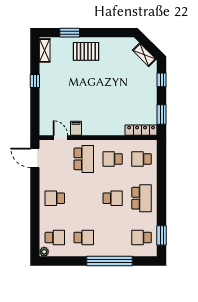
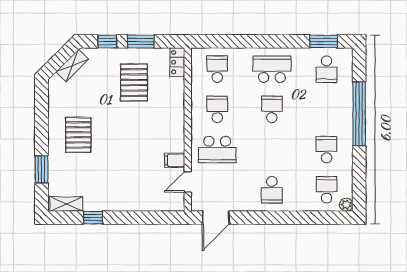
pallet: (86, 51) -> (78, 135), moved
window: (35, 81) -> (93, 218), moved
pallet: (132, 99) -> (134, 83), added
window: (162, 114) -> (141, 41), moved
locker: (141, 130) -> (177, 62), width x0.66
school desk: (84, 159) -> (217, 150), turned 180
school desk: (113, 159) -> (217, 109), turned 180
school desk: (142, 159) -> (217, 69), turned 180

